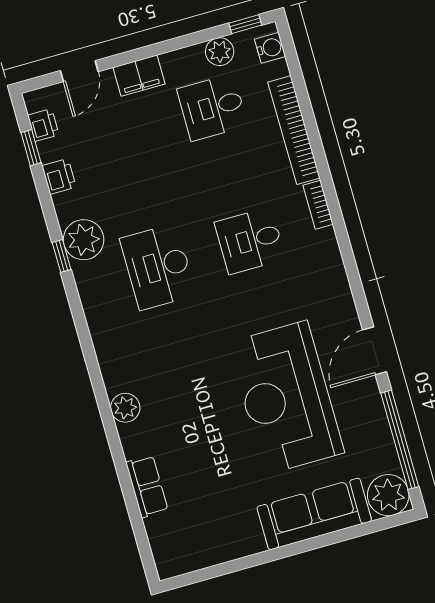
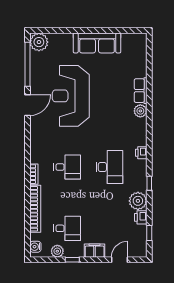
window: (245, 24) -> (72, 260), moved
printer: (43, 125) -> (141, 153), moved
plant: (84, 240) -> (138, 201), moved
reception desk: (286, 398) -> (71, 96), turned 180
row of seats: (147, 486) -> (141, 91), moved
sofa: (314, 514) -> (97, 43), moved

